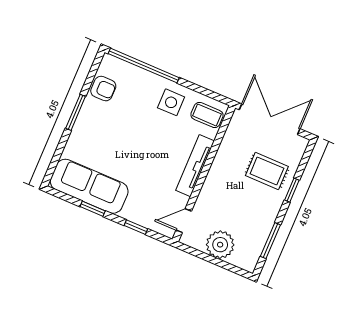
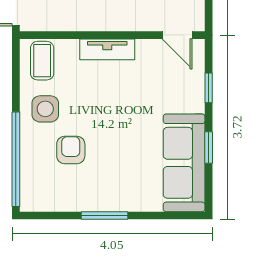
armchair: (103, 89) -> (71, 150), moved
tv unit: (195, 166) -> (107, 49), width x0.71

